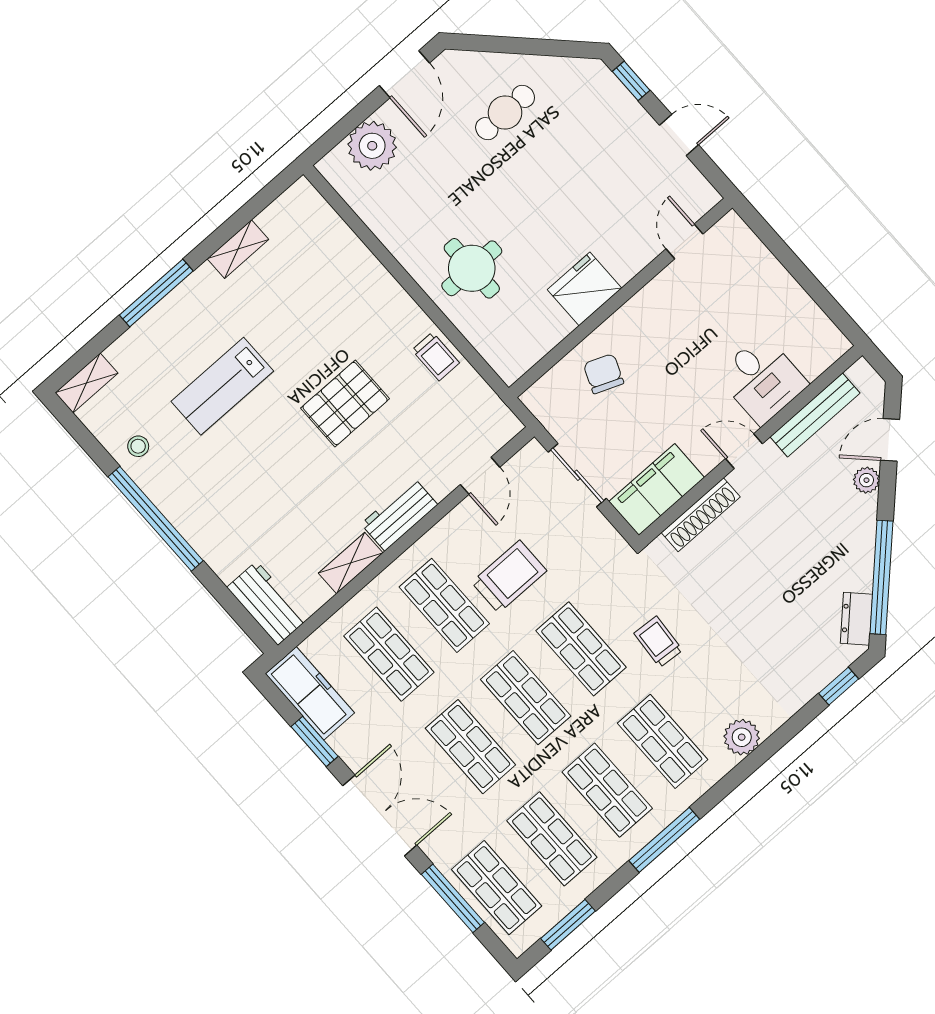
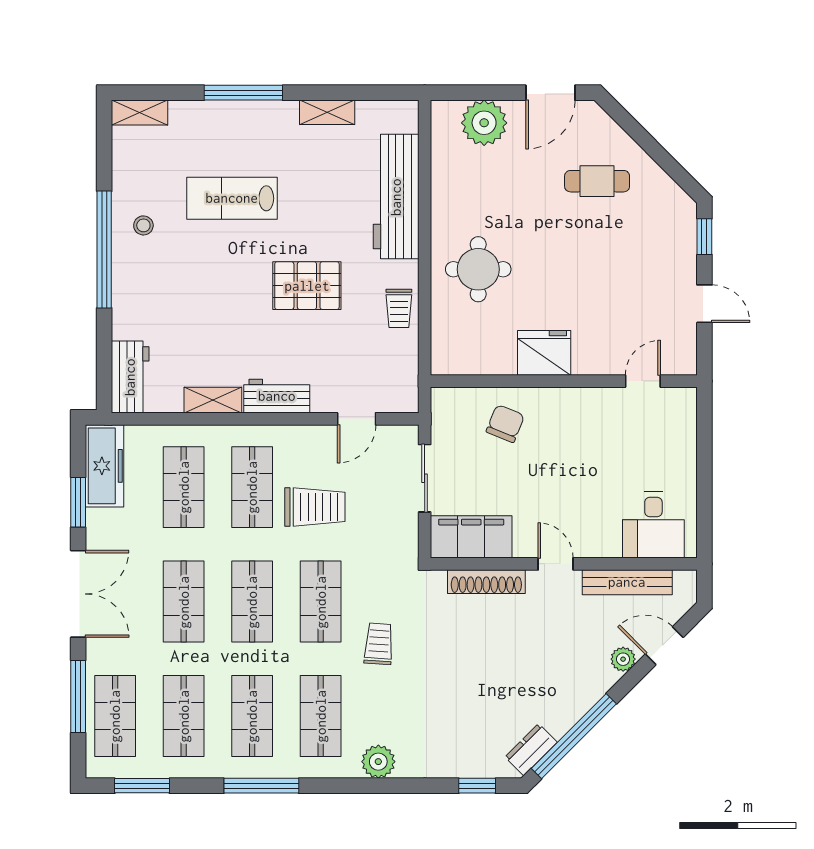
workbench: (354, 268) -> (396, 197), added
desk: (762, 379) -> (653, 525), moved
stool: (138, 446) -> (143, 225), moved

